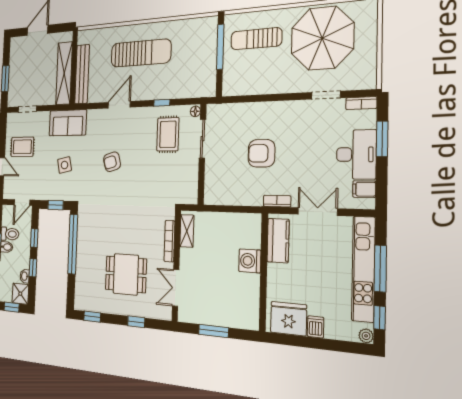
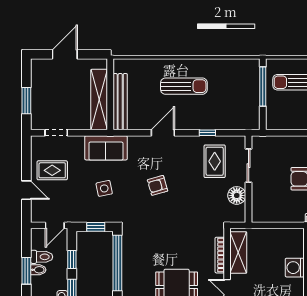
sun lounger: (141, 53) -> (184, 86), width x0.73, depth x0.75
floor lamp: (195, 111) -> (237, 195), moved, width x1.89, depth x1.89
shelving: (187, 231) -> (238, 252), width x1.50, depth x1.33

